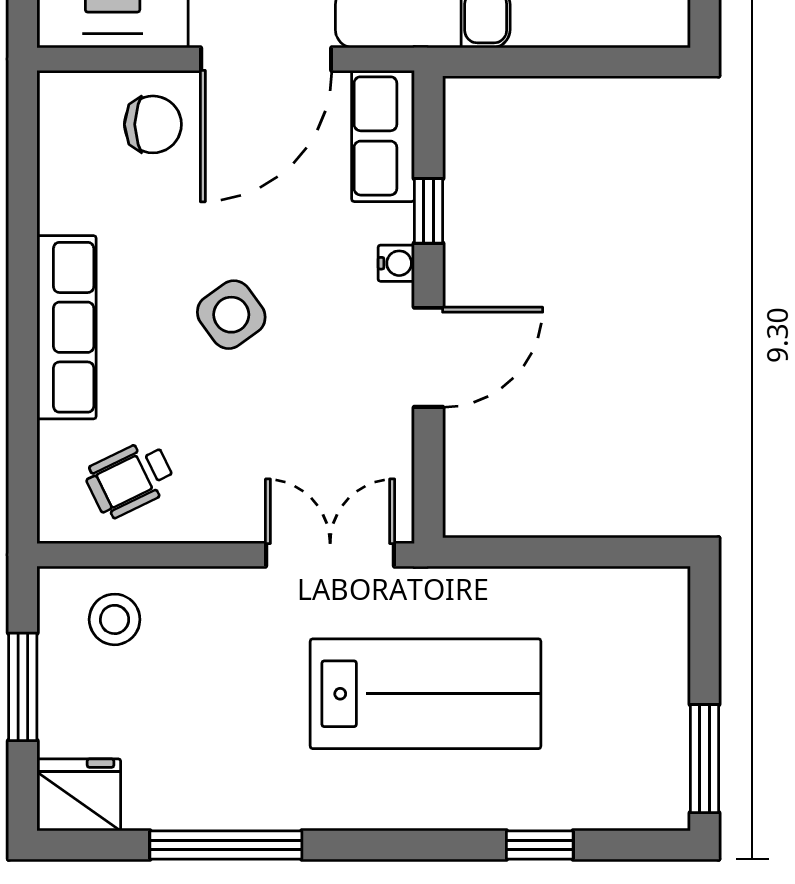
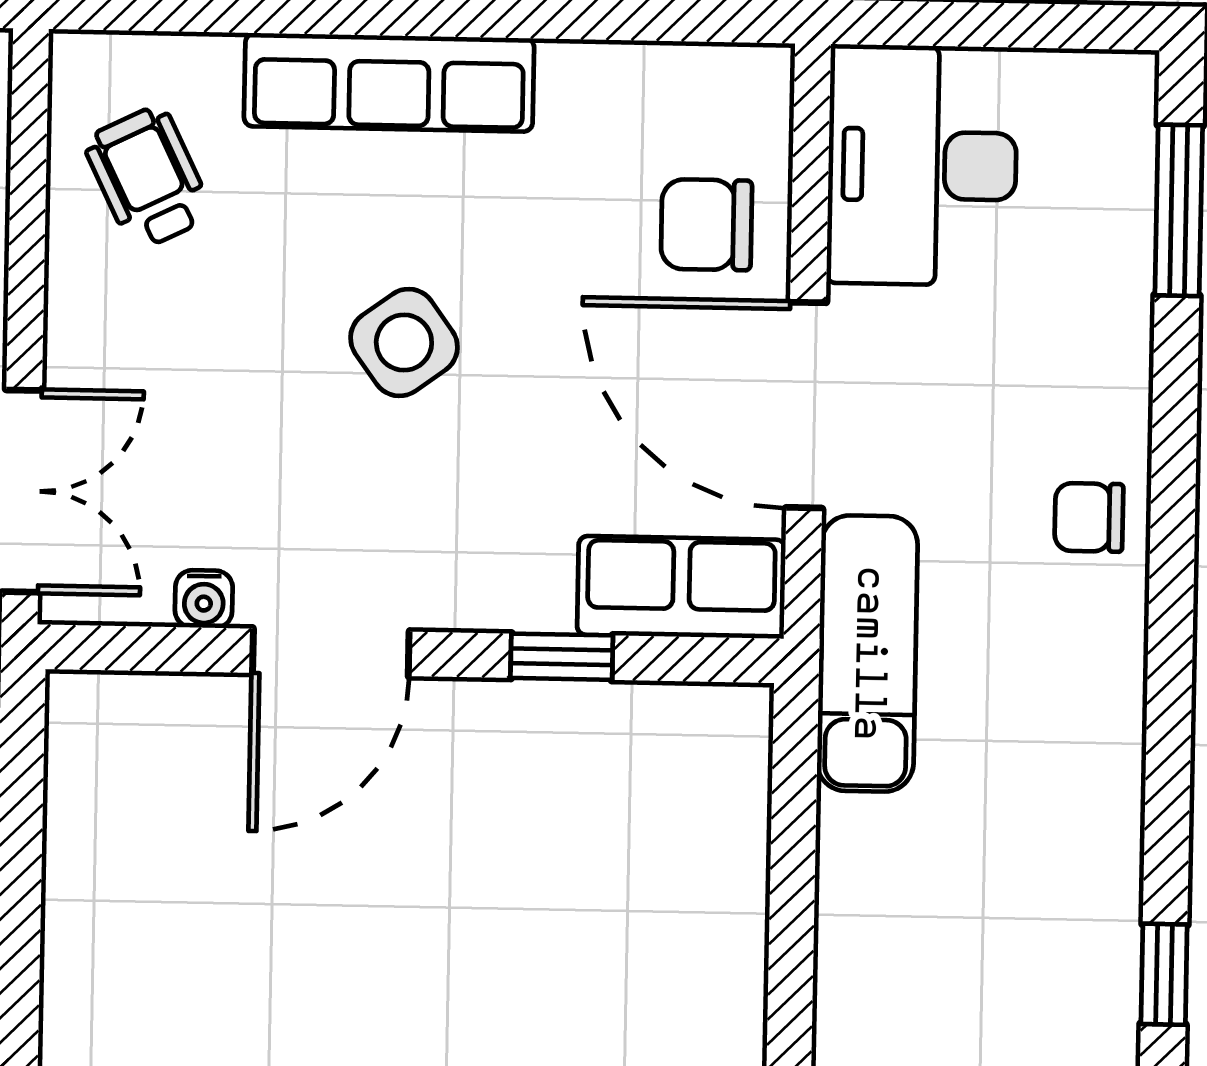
chair: (153, 124) -> (706, 225), turned 90
water cooler: (396, 263) -> (204, 599), moved
door: (428, 357) -> (331, 652), hinge flipped

